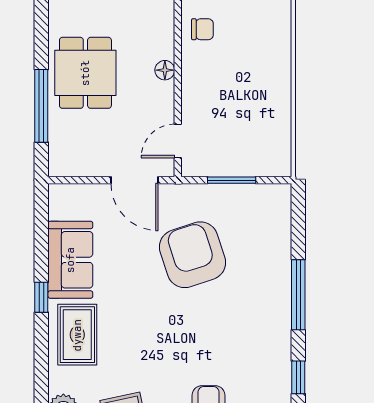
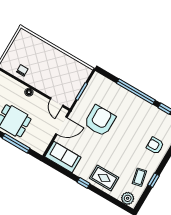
armchair: (193, 255) -> (100, 121), turned 108
sofa: (70, 260) -> (63, 157), moved
window: (298, 295) -> (136, 92), width x1.46

